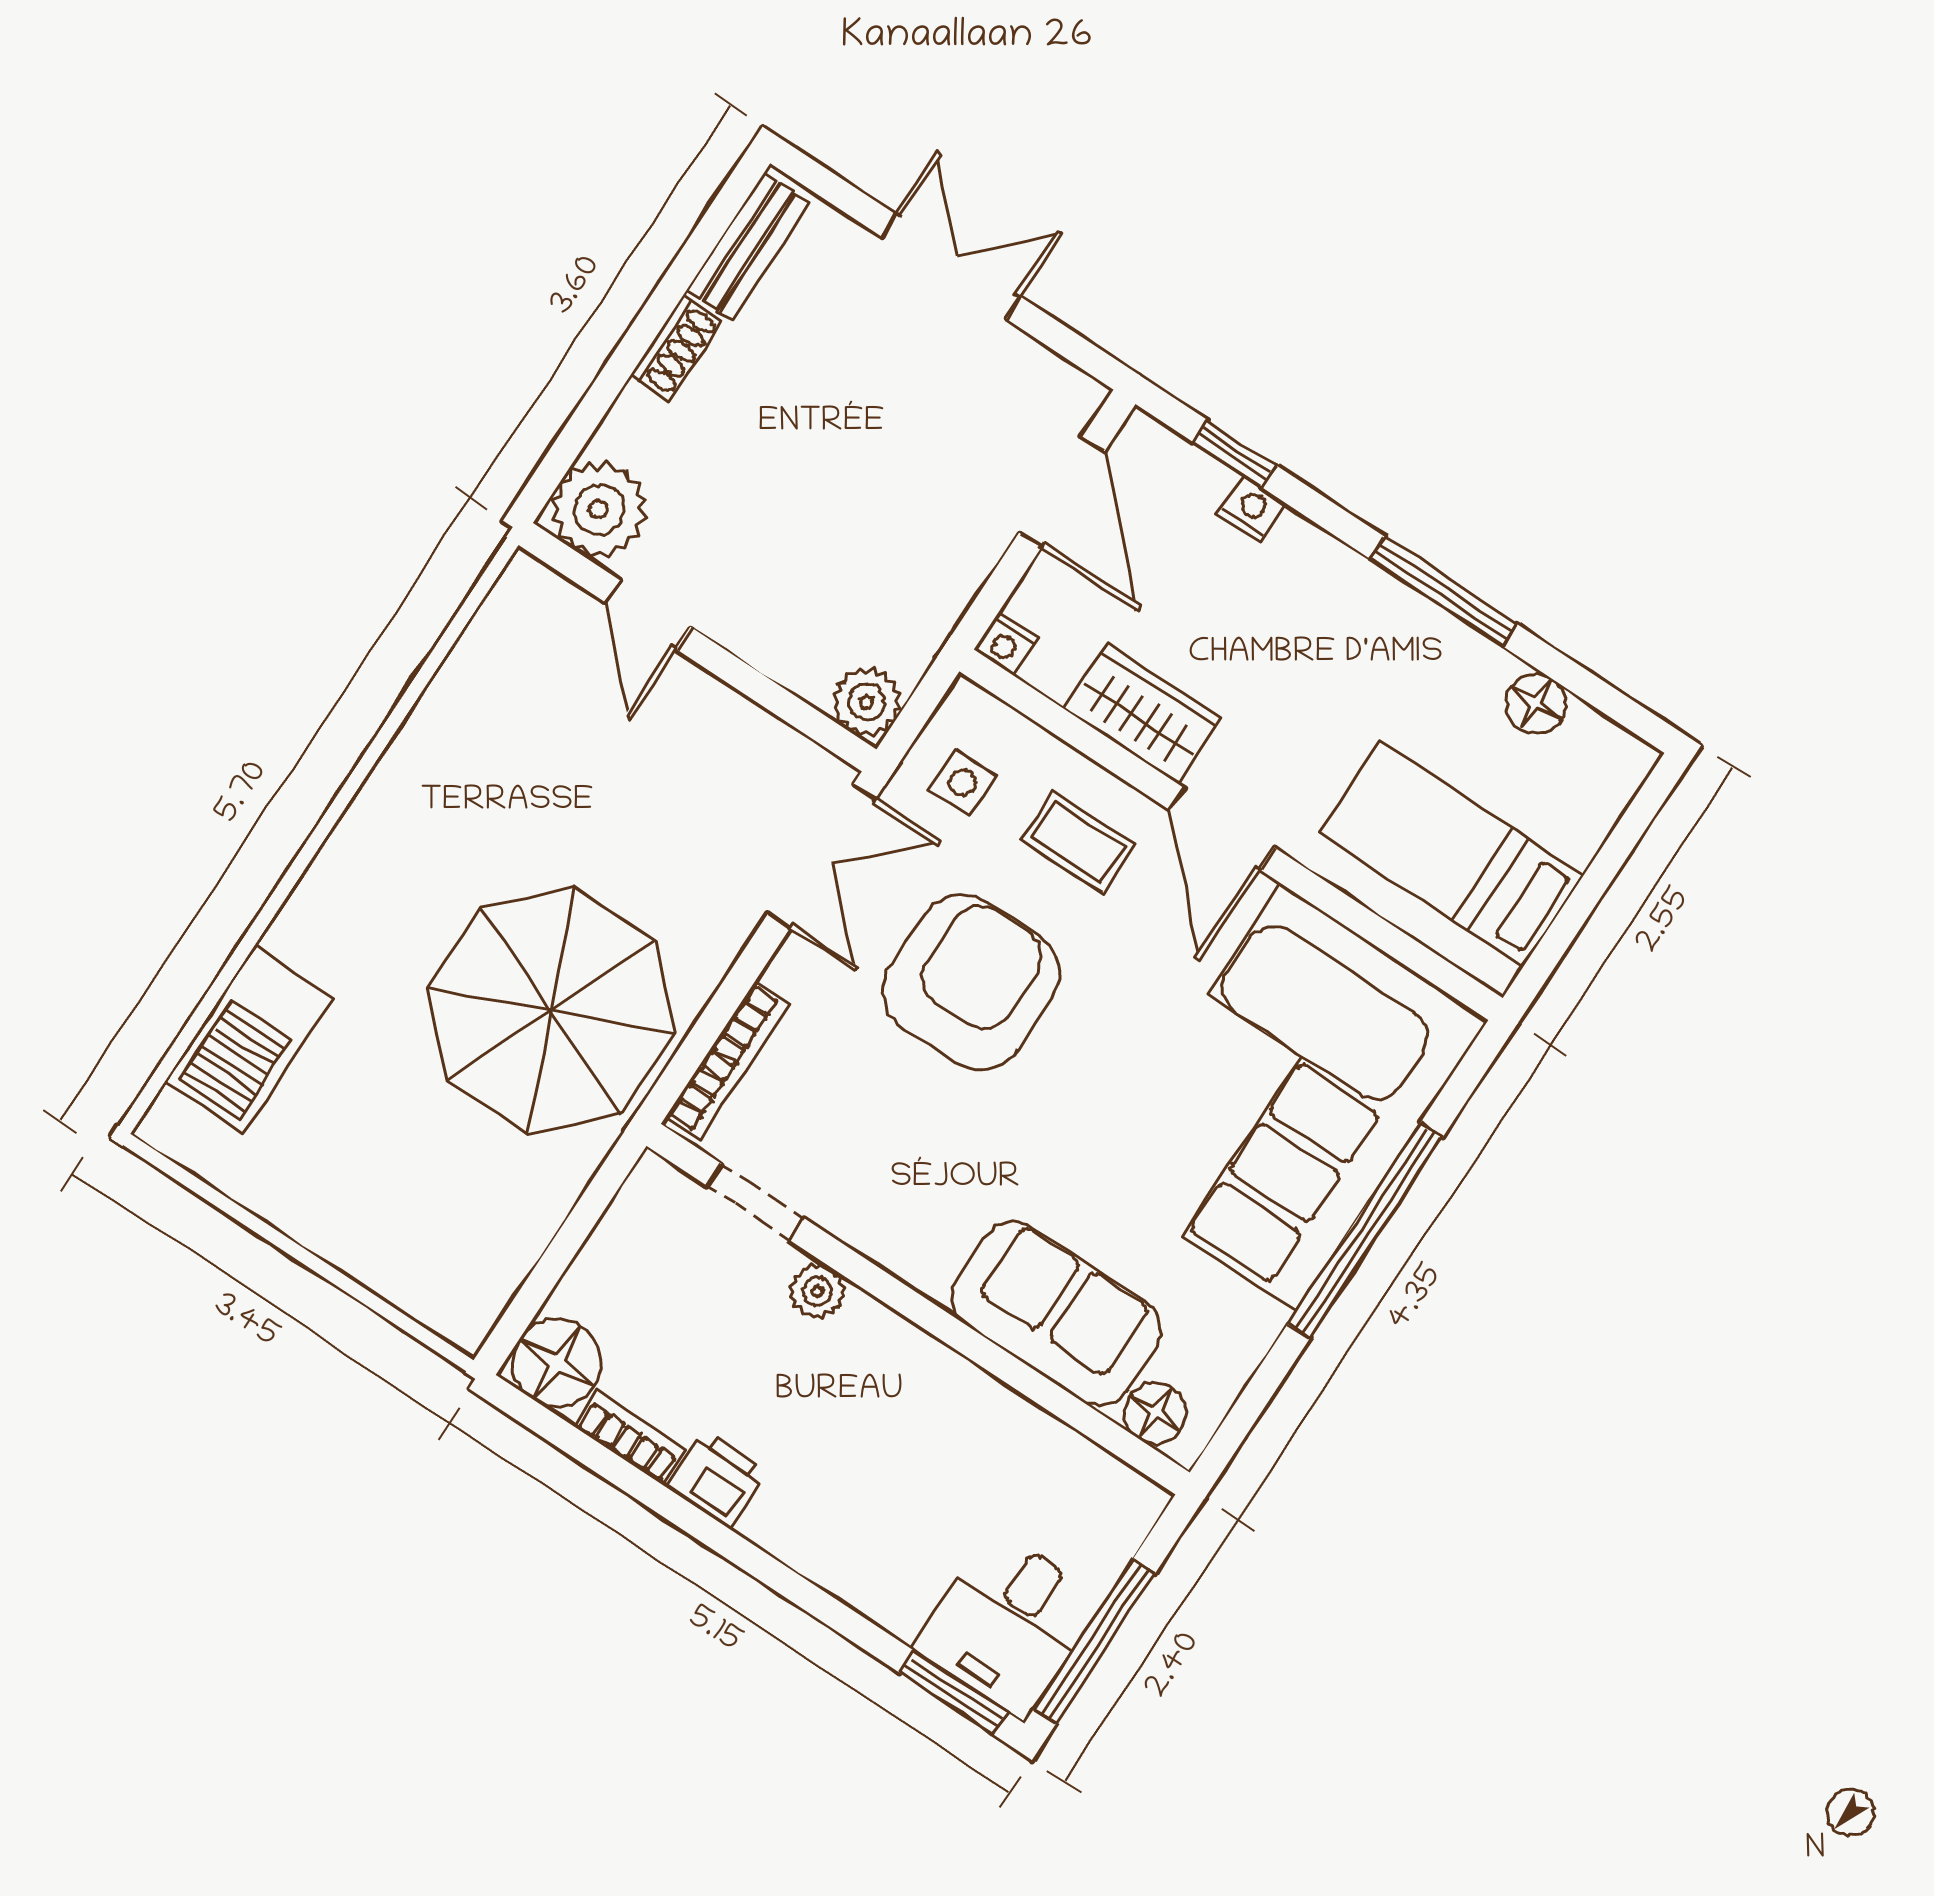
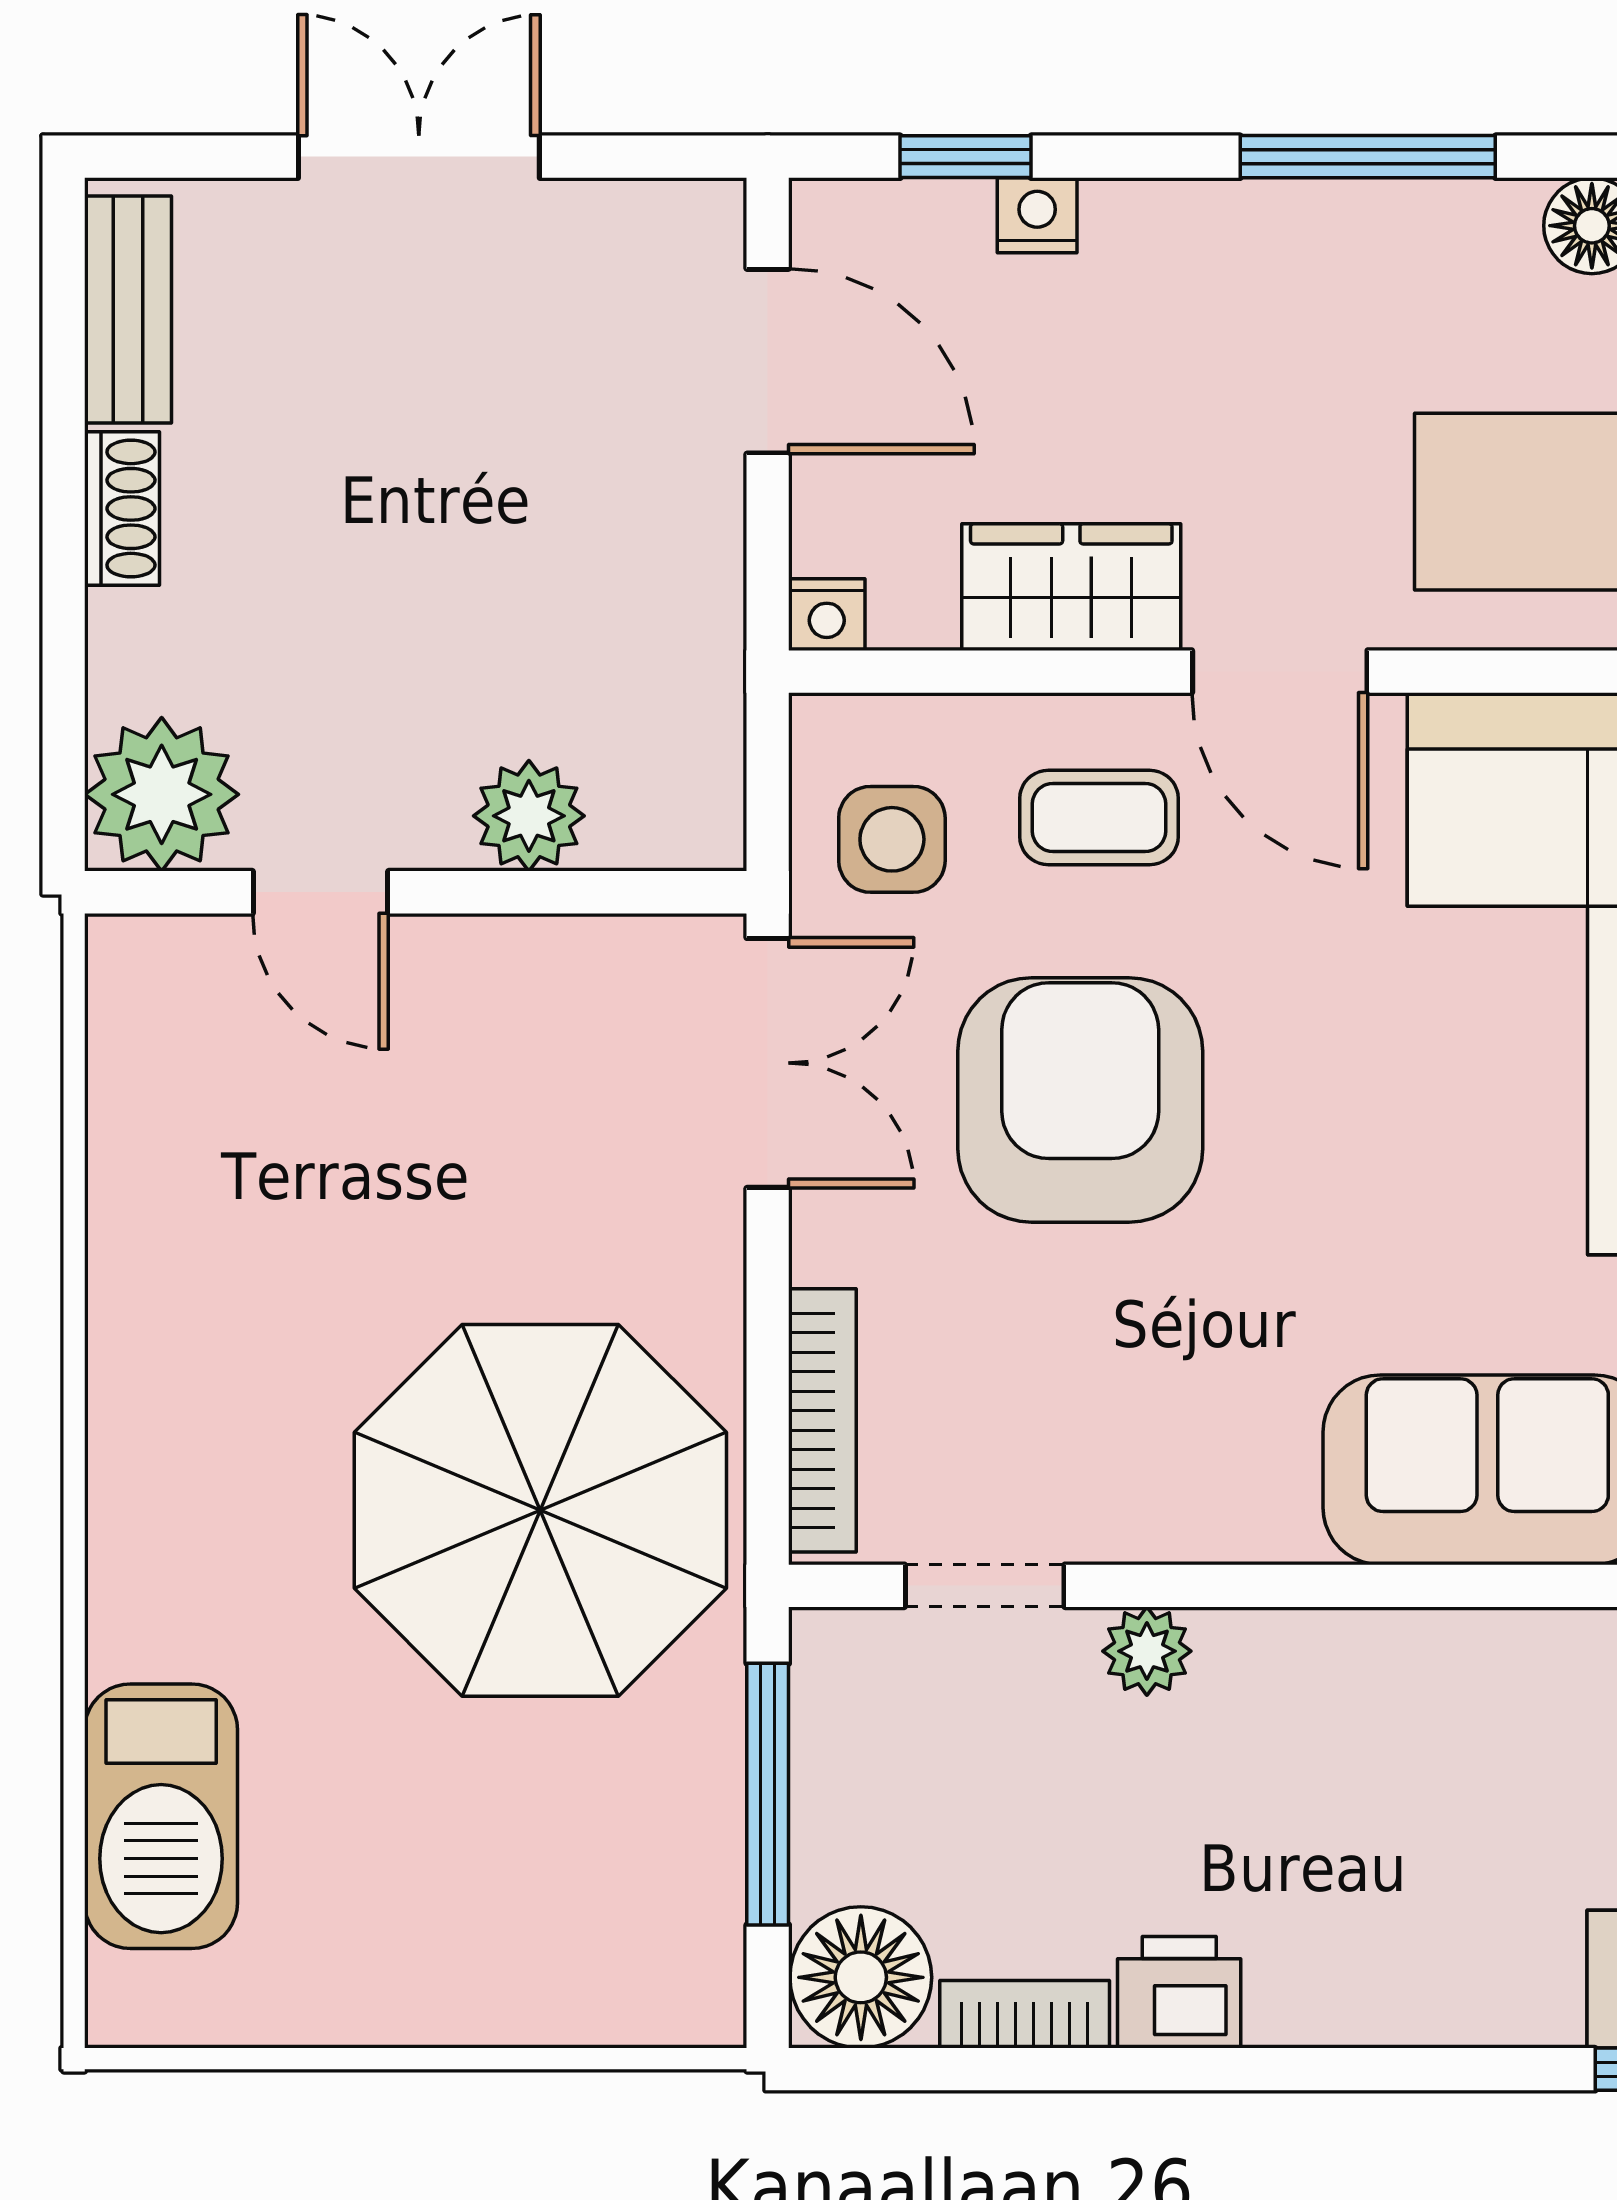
plant: (867, 702) -> (529, 816), moved
side table: (963, 783) -> (892, 839), width x1.37, depth x1.37
window: (571, 1236) -> (768, 1794), added

